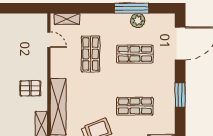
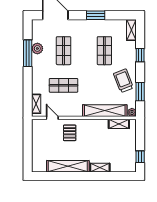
door: (49, 40) -> (52, 118), hinge flipped
pallet: (30, 88) -> (70, 133), moved

